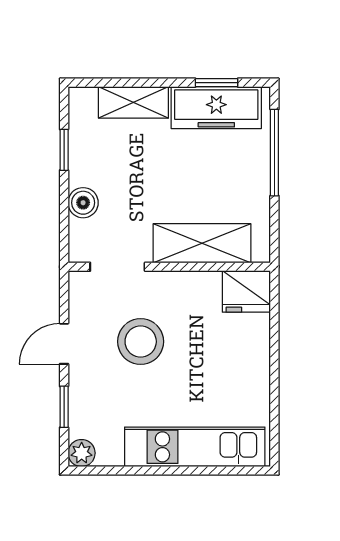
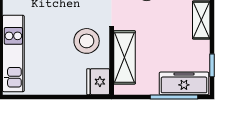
freezer: (216, 108) -> (184, 83), moved, turned 90
stool: (141, 342) -> (87, 41), moved

